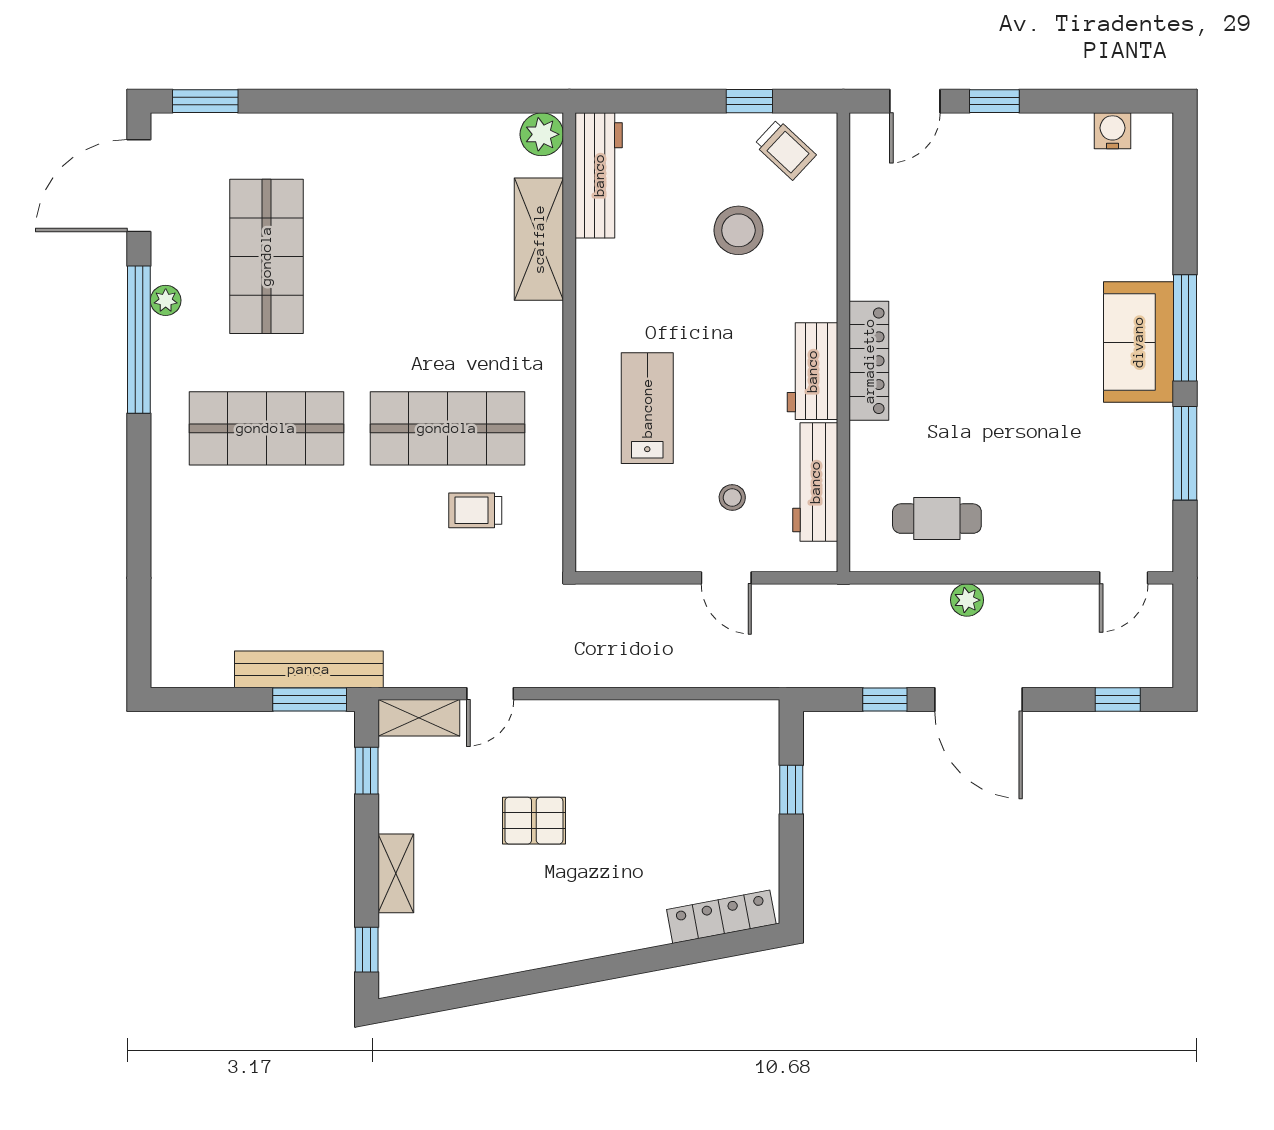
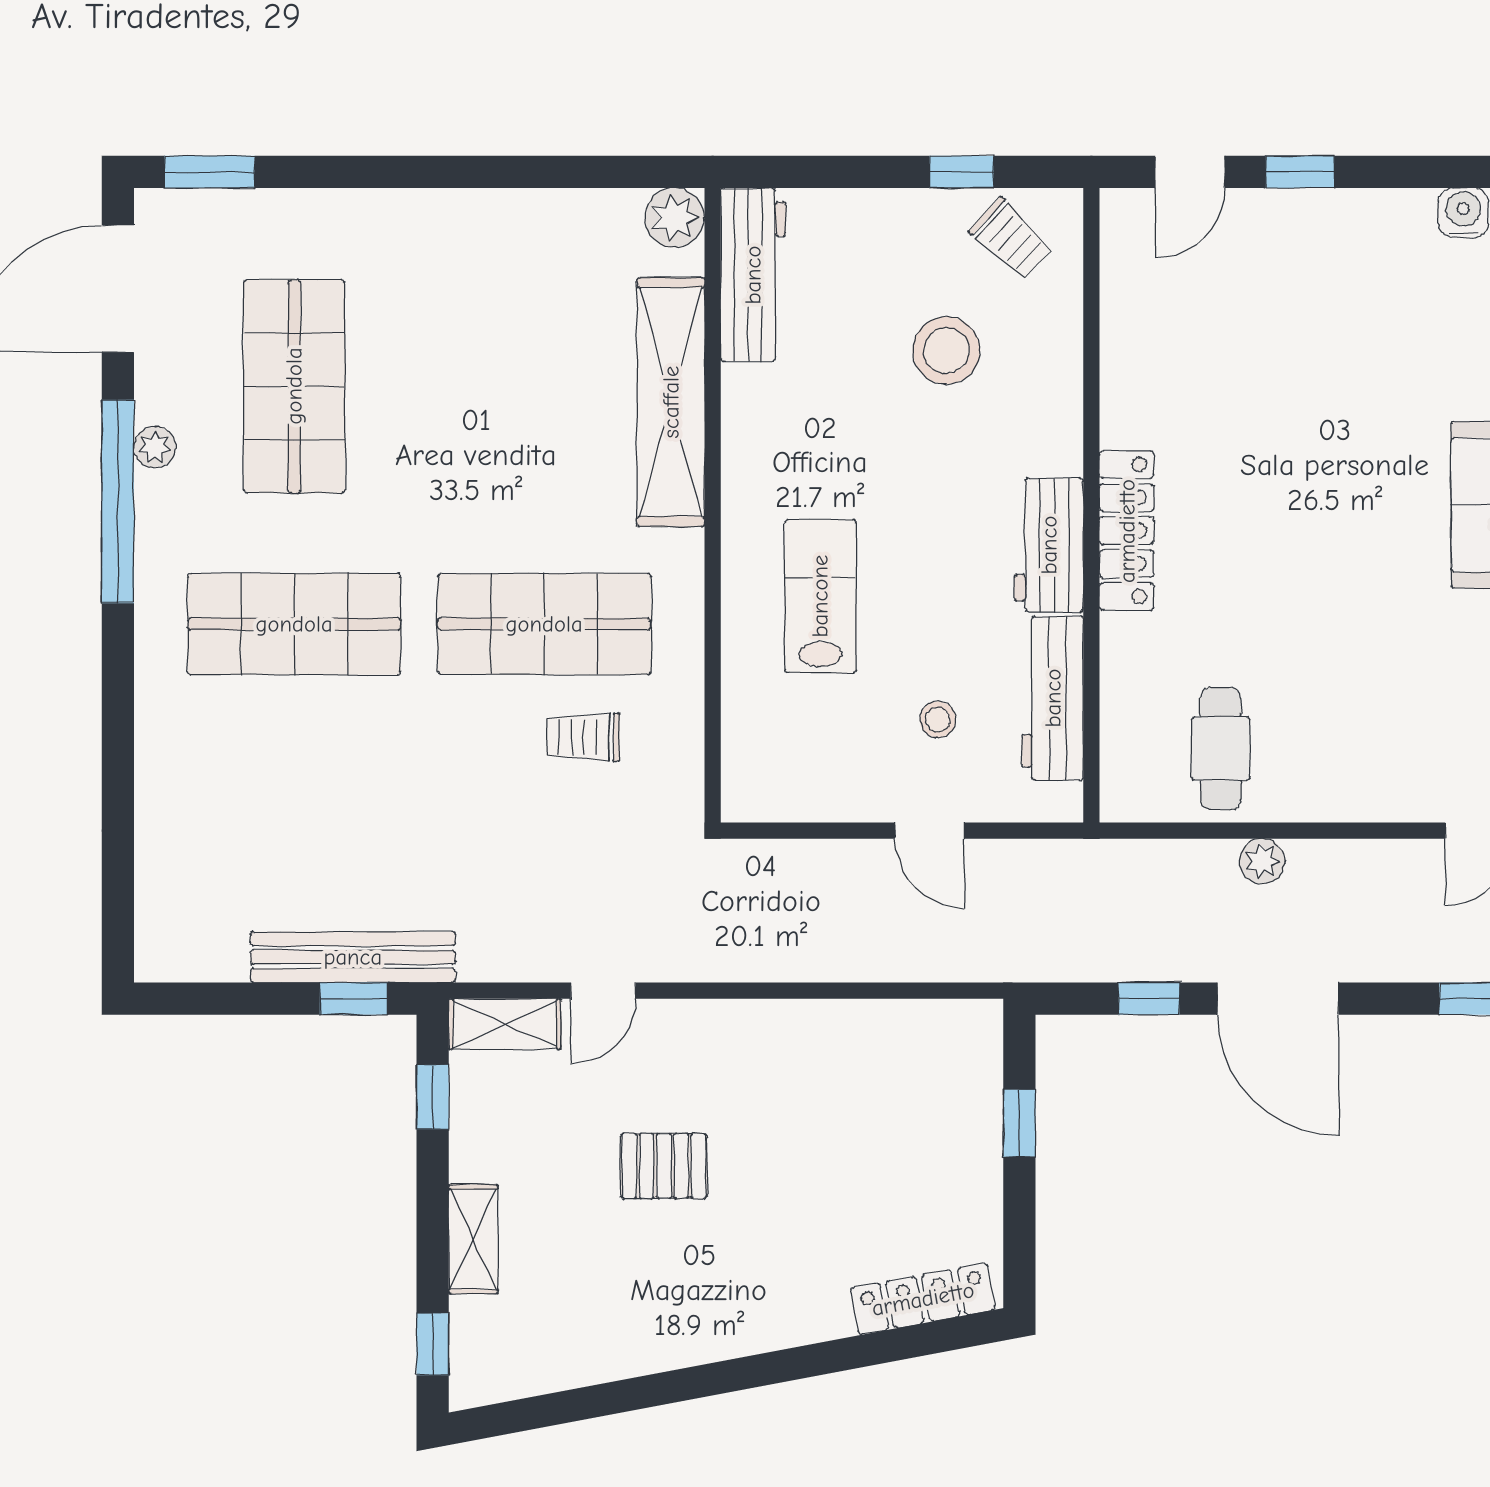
shelving: (539, 239) -> (671, 402), width x1.47
cafe table: (937, 519) -> (1221, 749), turned 90
window: (310, 699) -> (354, 999), width x0.67

